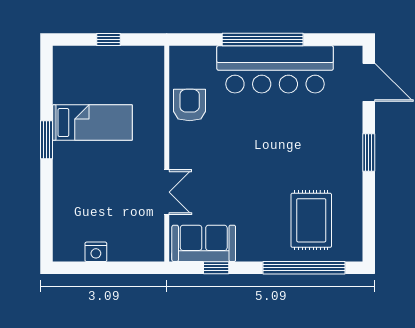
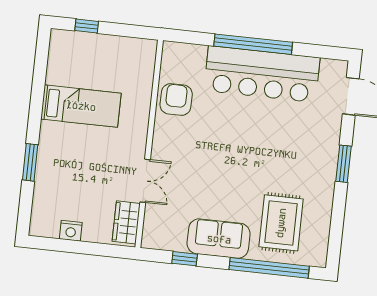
window: (109, 40) -> (87, 26), moved
window: (46, 140) -> (30, 162), moved
wardrobe: (152, 237) -> (126, 222), added
sofa: (204, 243) -> (219, 239), moved

